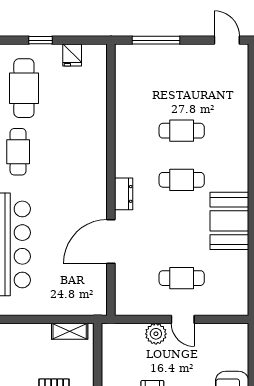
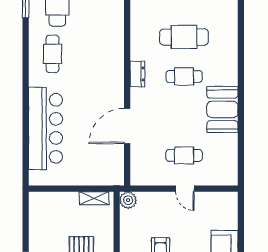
cafe table: (182, 131) -> (184, 37), width x1.37, depth x1.35
dresser: (124, 194) -> (137, 74), moved
plant: (156, 334) -> (128, 200), moved

